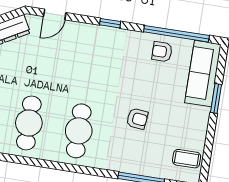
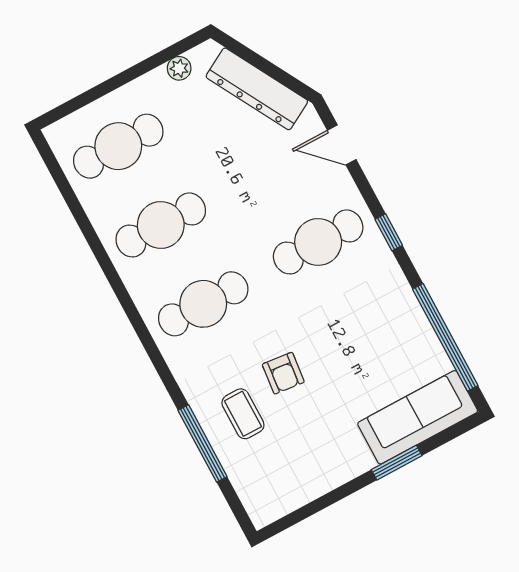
armchair: (162, 52) -> (404, 336), removed
cafe table: (90, 58) -> (318, 242), added
coffee table: (187, 159) -> (243, 414), moved

